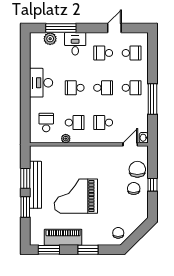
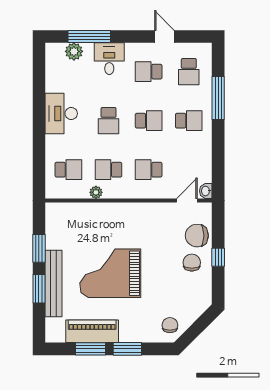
door: (114, 28) -> (164, 36), hinge flipped
school desk: (132, 53) -> (189, 72), turned 90
school desk: (75, 88) -> (108, 121), turned -90
window: (152, 99) -> (218, 98), moved
school desk: (46, 123) -> (68, 170), turned 90
school desk: (75, 123) -> (108, 170), turned 180
chair: (137, 169) -> (197, 236), turned -90
bench: (36, 185) -> (53, 284), moved
window: (49, 250) -> (91, 349), moved

